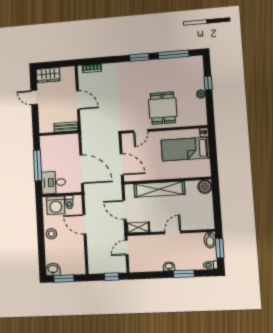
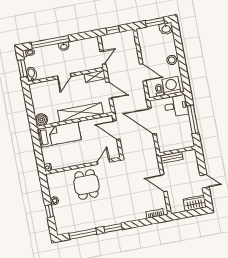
bed: (185, 149) -> (59, 134), moved
window: (184, 274) -> (50, 42), width x2.11

